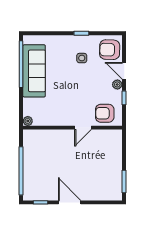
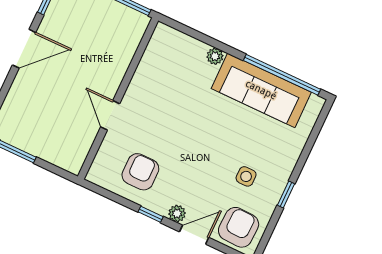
plant: (28, 121) -> (215, 56), moved
wall: (73, 128) -> (118, 98), moved
door: (83, 128) -> (110, 115), moved

